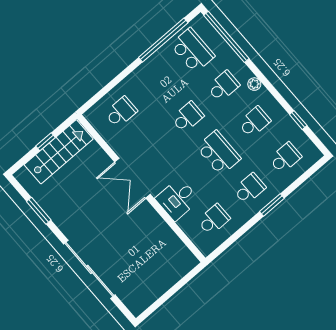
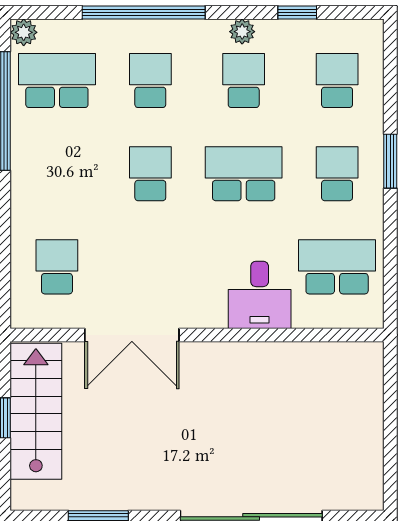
plant: (200, 22) -> (24, 32), added
window: (226, 37) -> (144, 12), moved
plant: (254, 84) -> (242, 32), moved
double door: (133, 178) -> (132, 335), moved
school desk: (214, 220) -> (337, 267), width x1.85

